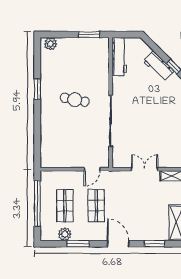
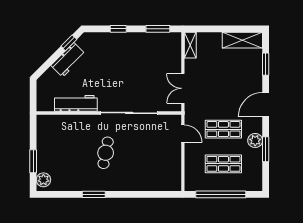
window: (89, 34) -> (33, 161), moved
workbench: (119, 57) -> (76, 103), moved
double door: (145, 169) -> (183, 88), moved
plant: (65, 234) -> (255, 141), moved

